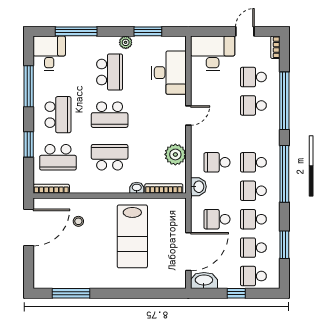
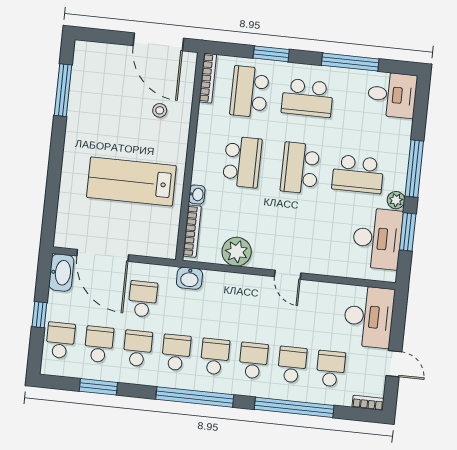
window: (76, 31) -> (414, 169), moved
desk: (169, 73) -> (377, 239), moved, turned -90
school desk: (217, 162) -> (253, 361), moved

